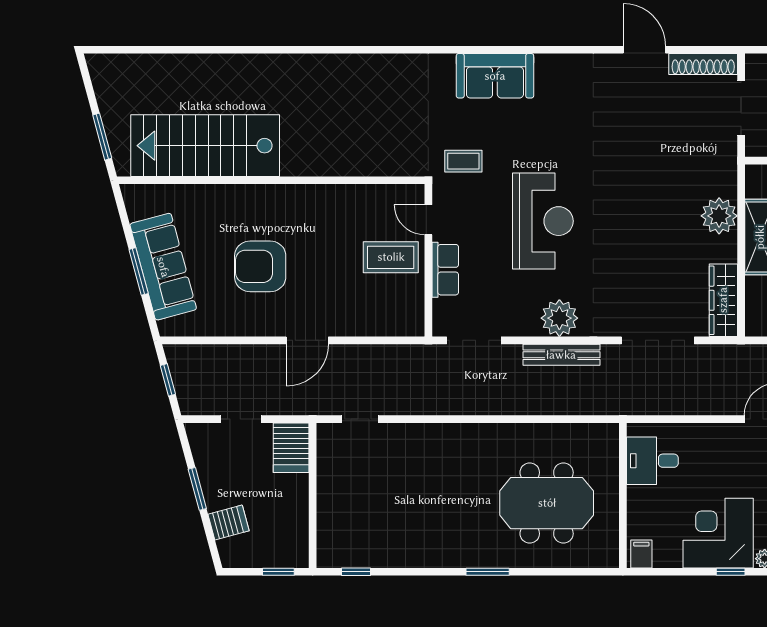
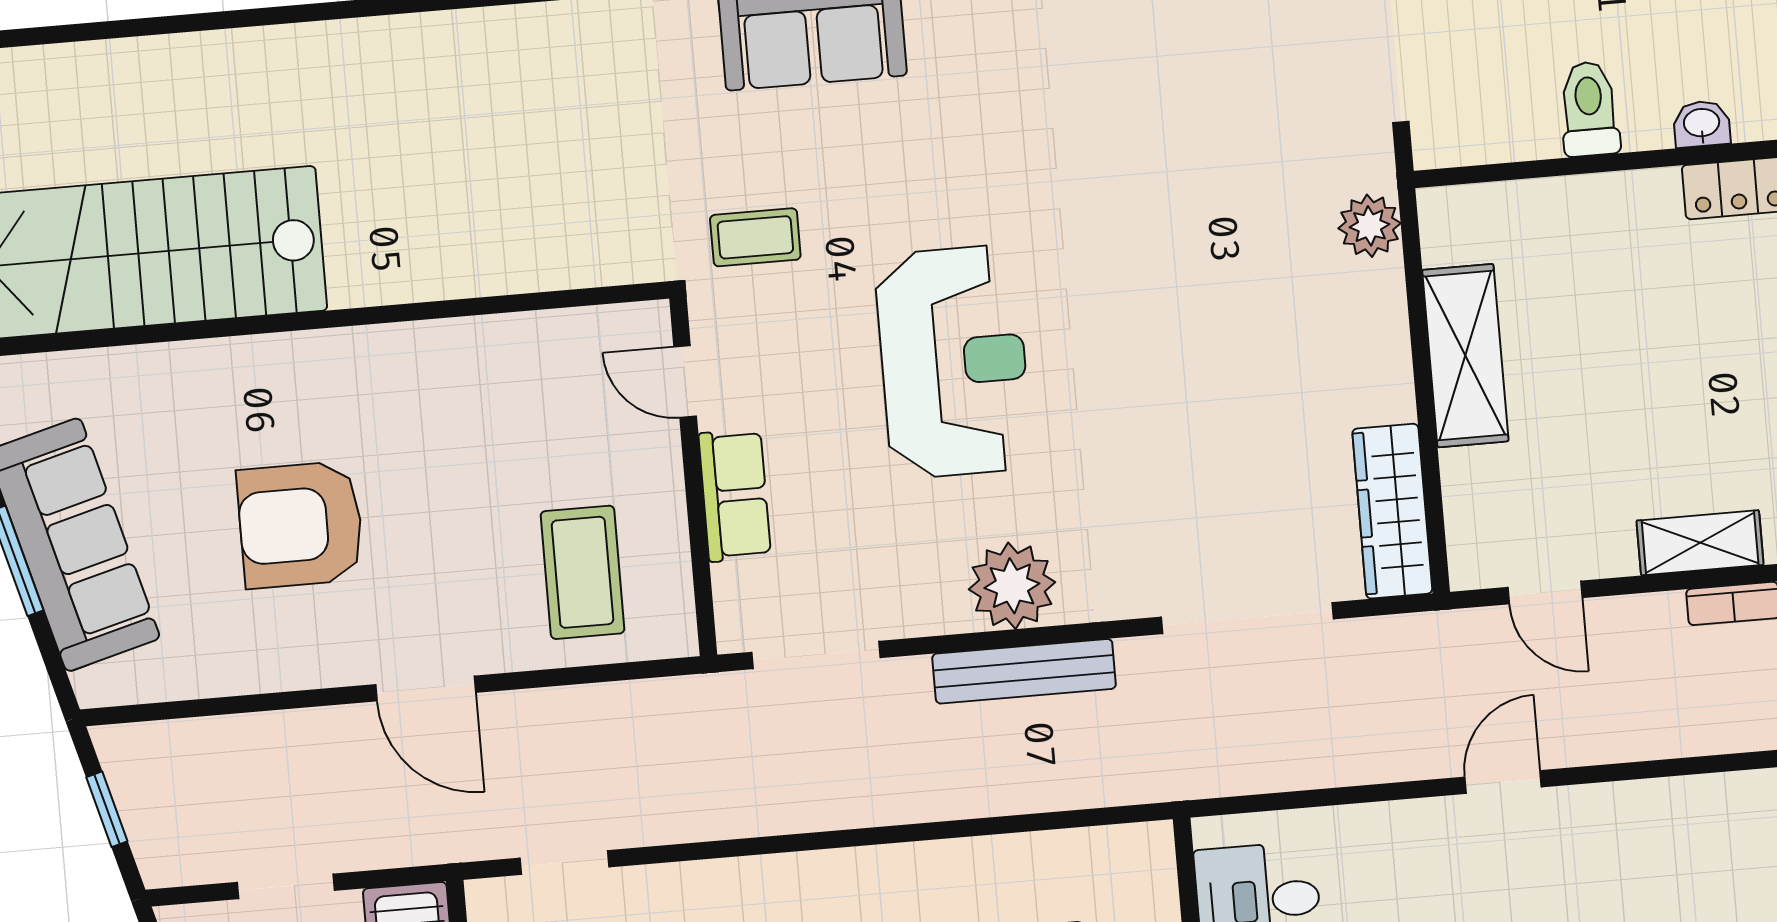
plant: (719, 216) -> (1370, 226), moved, width x0.73, depth x0.73
coffee table: (391, 257) -> (583, 572), moved, turned 90
door: (307, 340) -> (426, 688), hinge flipped

